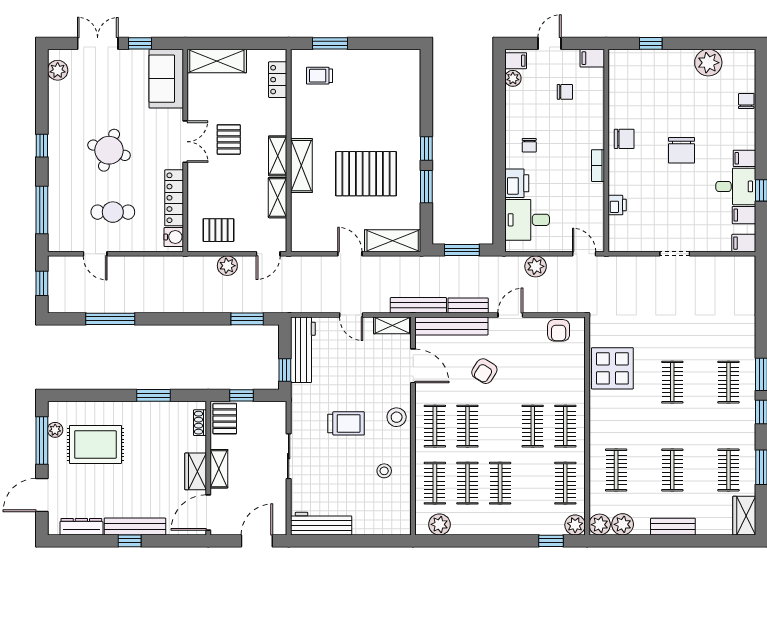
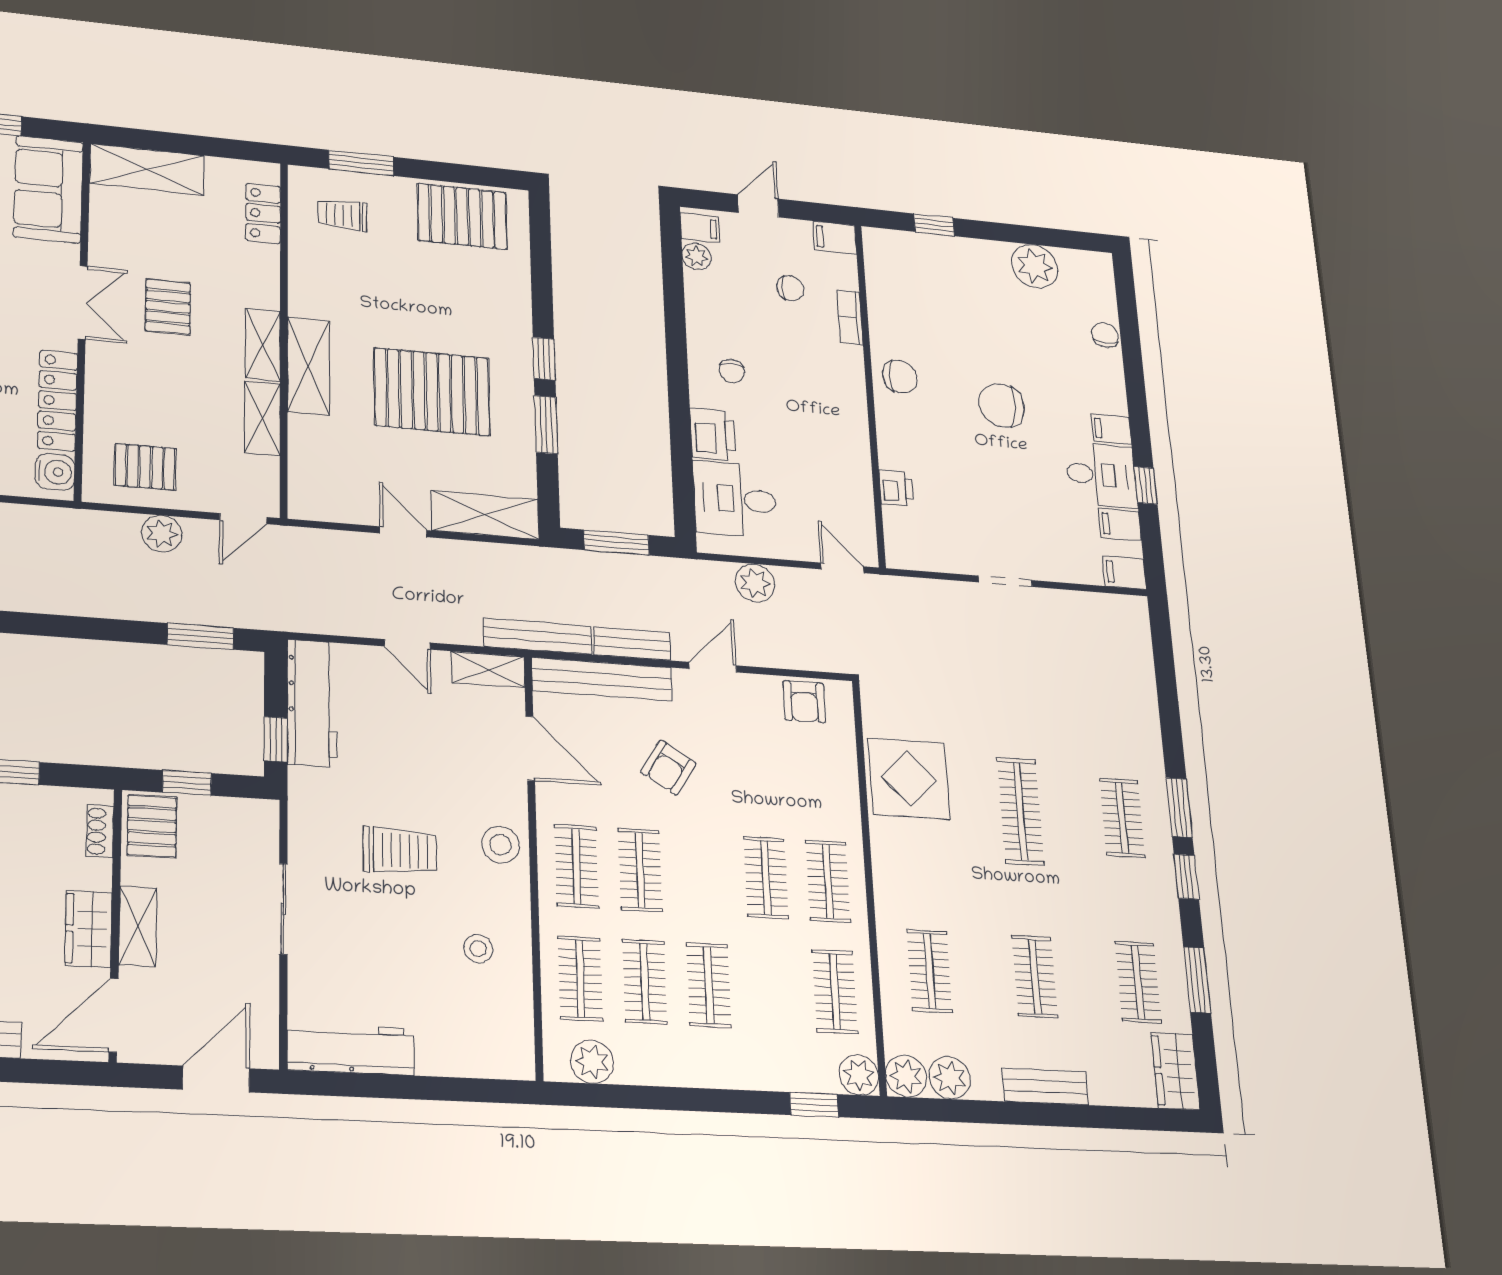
pallet: (384, 69) -> (462, 216), added
chair: (681, 150) -> (1002, 405), turned 94
bookcase: (598, 166) -> (850, 318), moved
clothes rail: (672, 382) -> (1021, 811), width x1.36

